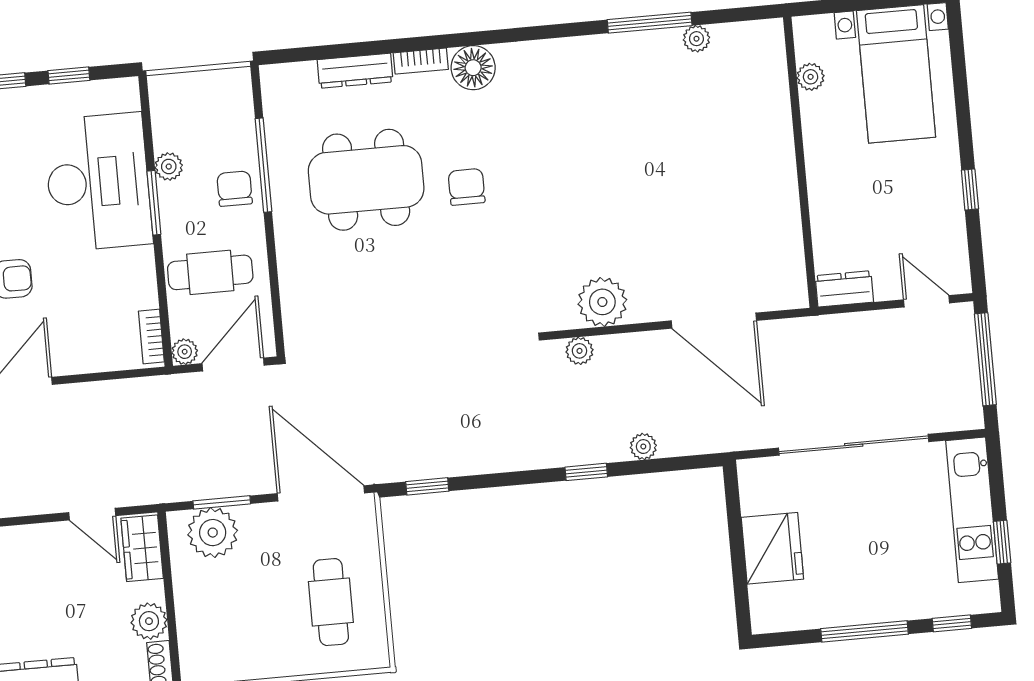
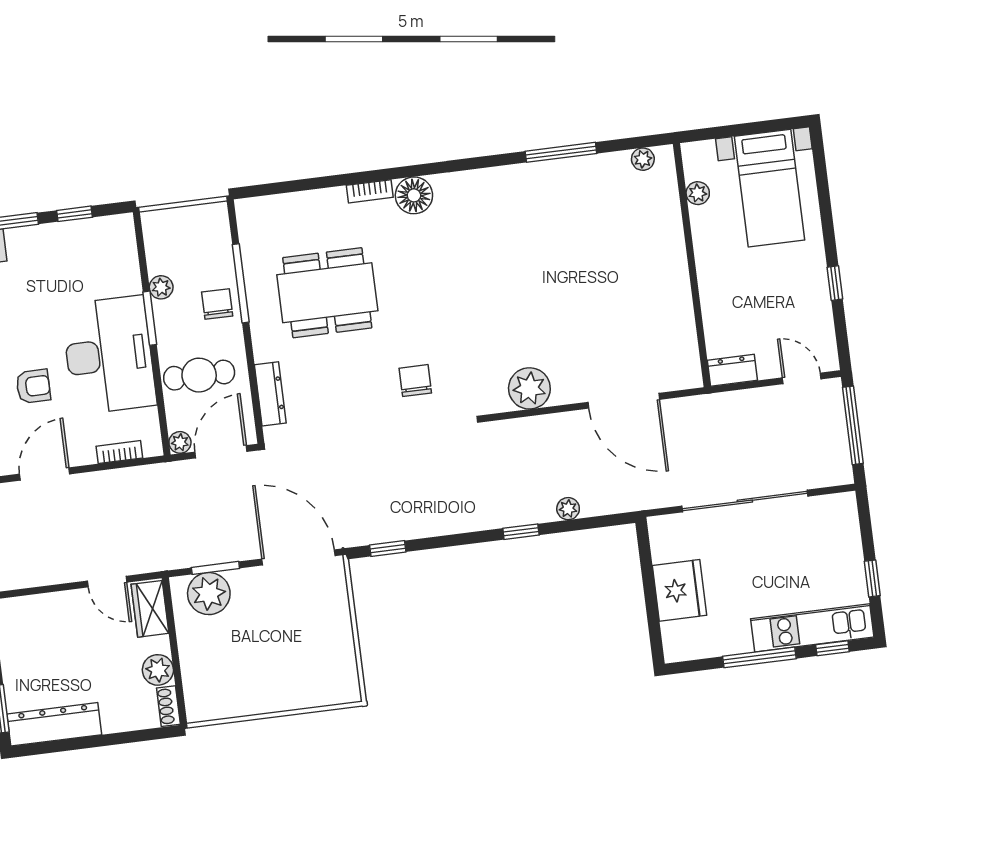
plant: (696, 39) -> (643, 159), moved
dresser: (355, 71) -> (270, 394), moved, turned -90
desk: (98, 182) -> (109, 355), moved
chair: (467, 187) -> (415, 381), moved
bookcase: (151, 337) -> (119, 452), moved, turned 90
plant: (579, 351) -> (512, 430), removed
kitchen unit: (972, 510) -> (812, 628), moved, turned 90
cafe table: (331, 602) -> (310, 648), removed

